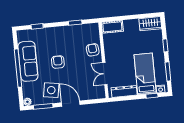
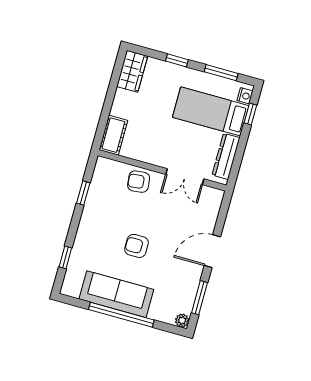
side table: (51, 90) -> (178, 274), removed

